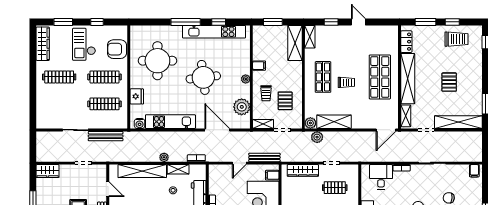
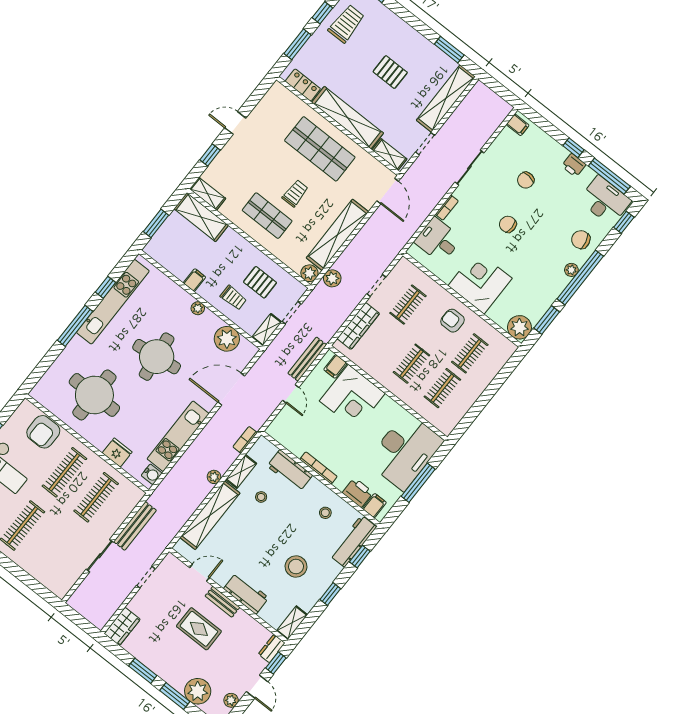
shelving: (334, 122) -> (337, 235), width x1.47

